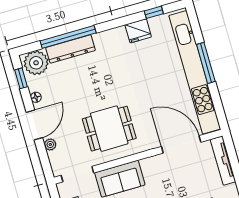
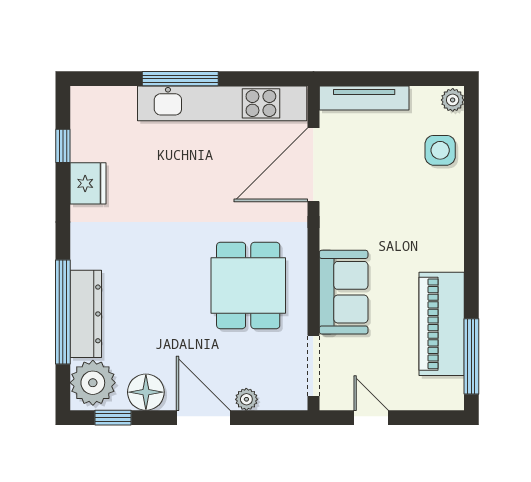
kitchen unit: (195, 72) -> (222, 103), width x0.73
floor lamp: (36, 97) -> (146, 392), width x1.89, depth x1.89

